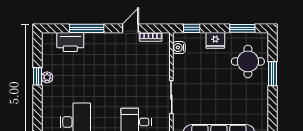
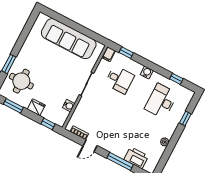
water cooler: (179, 48) -> (69, 106), moved
window: (37, 76) -> (185, 118), moved

